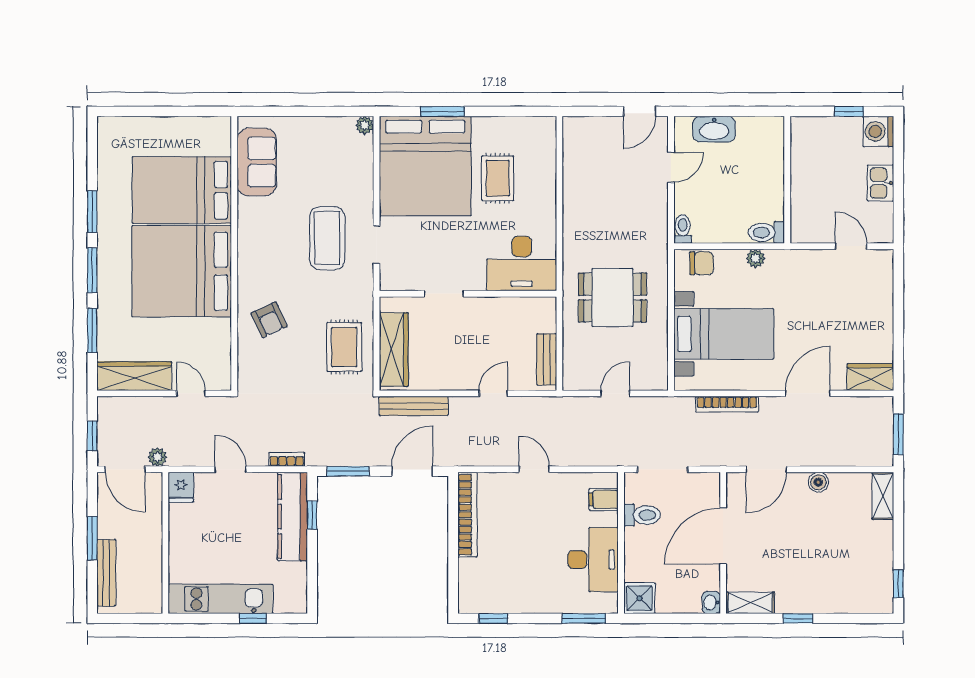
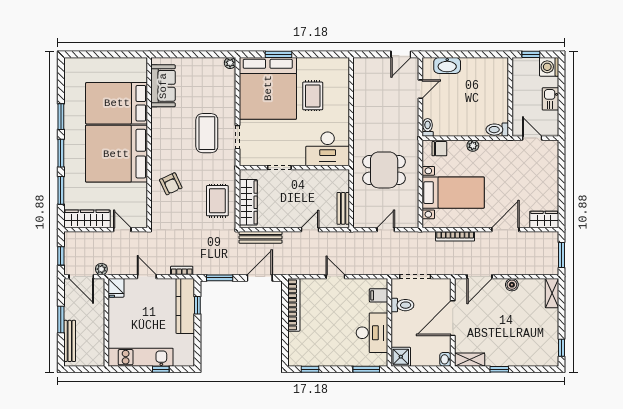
wall: (787, 180) -> (510, 97), moved
toilet: (766, 232) -> (497, 130), moved

